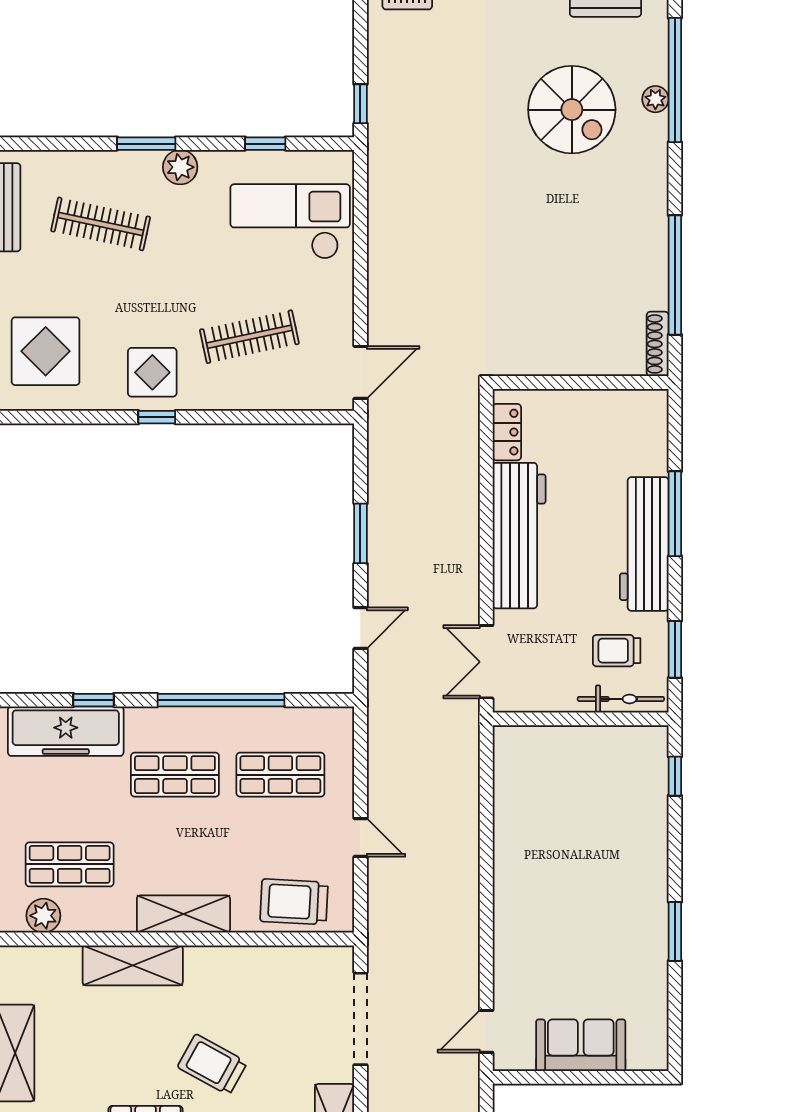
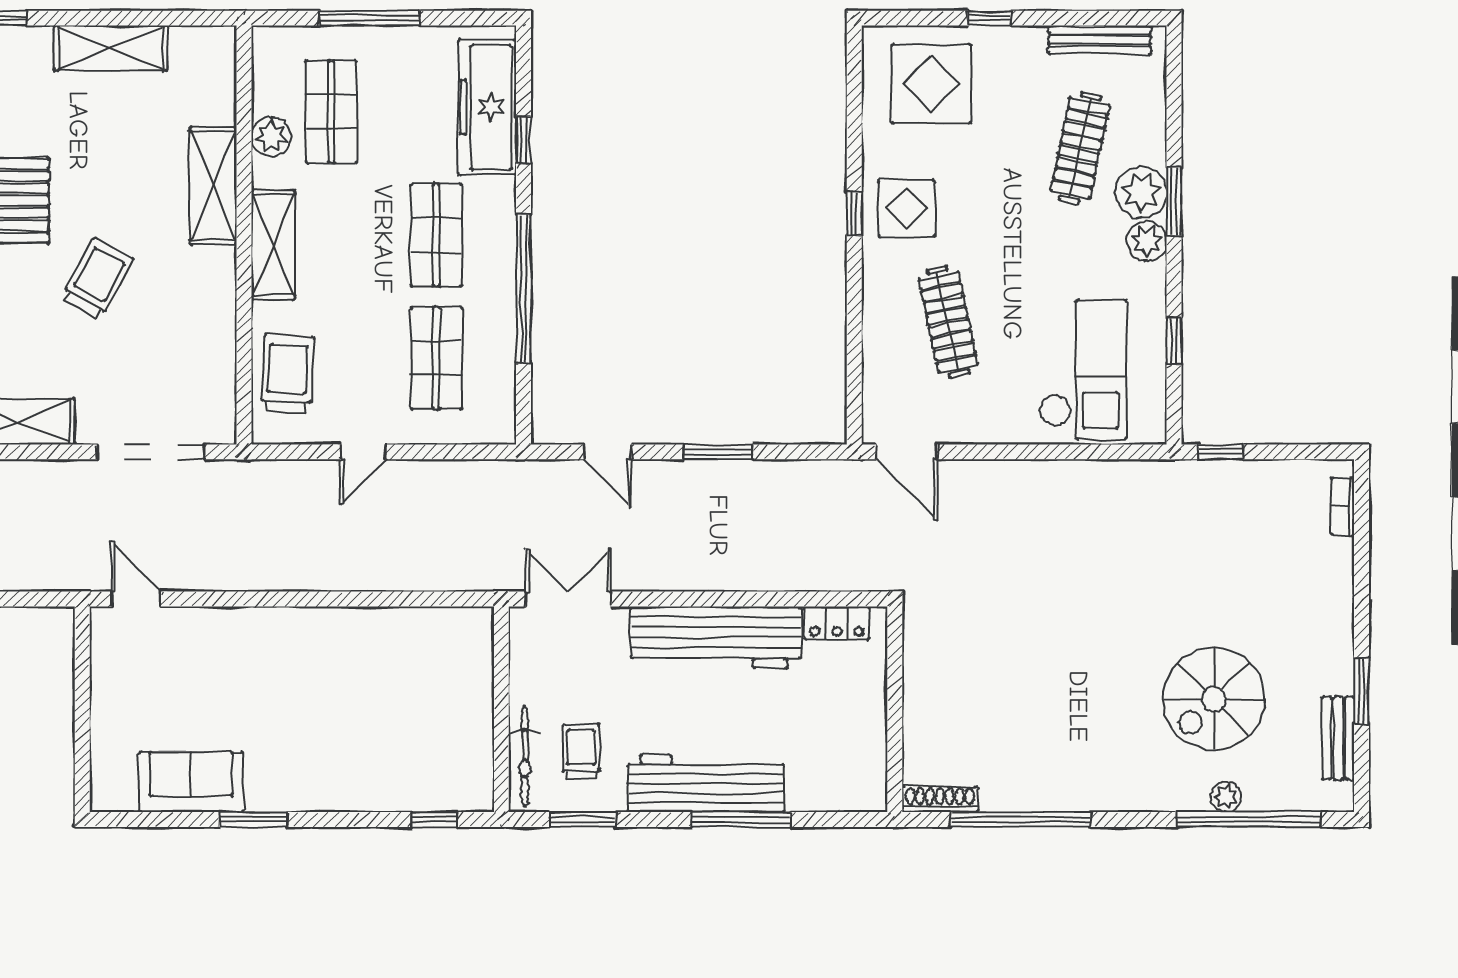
plant: (138, 172) -> (1141, 192), added
plant: (43, 916) -> (271, 137), moved
sofa: (581, 1045) -> (191, 782), moved, turned -90

